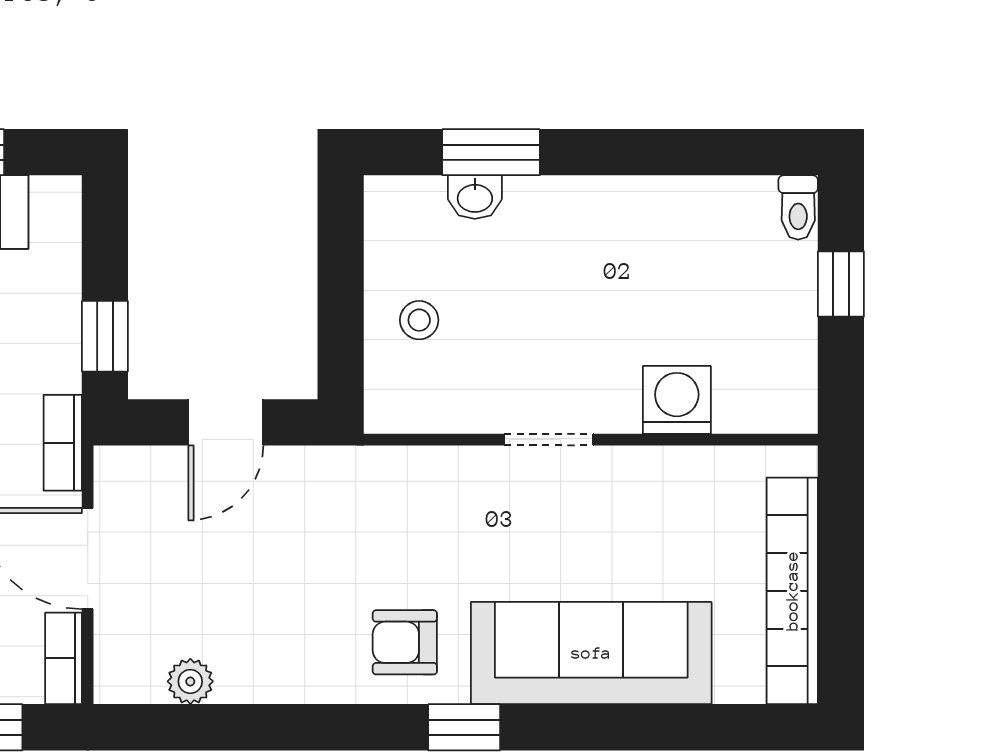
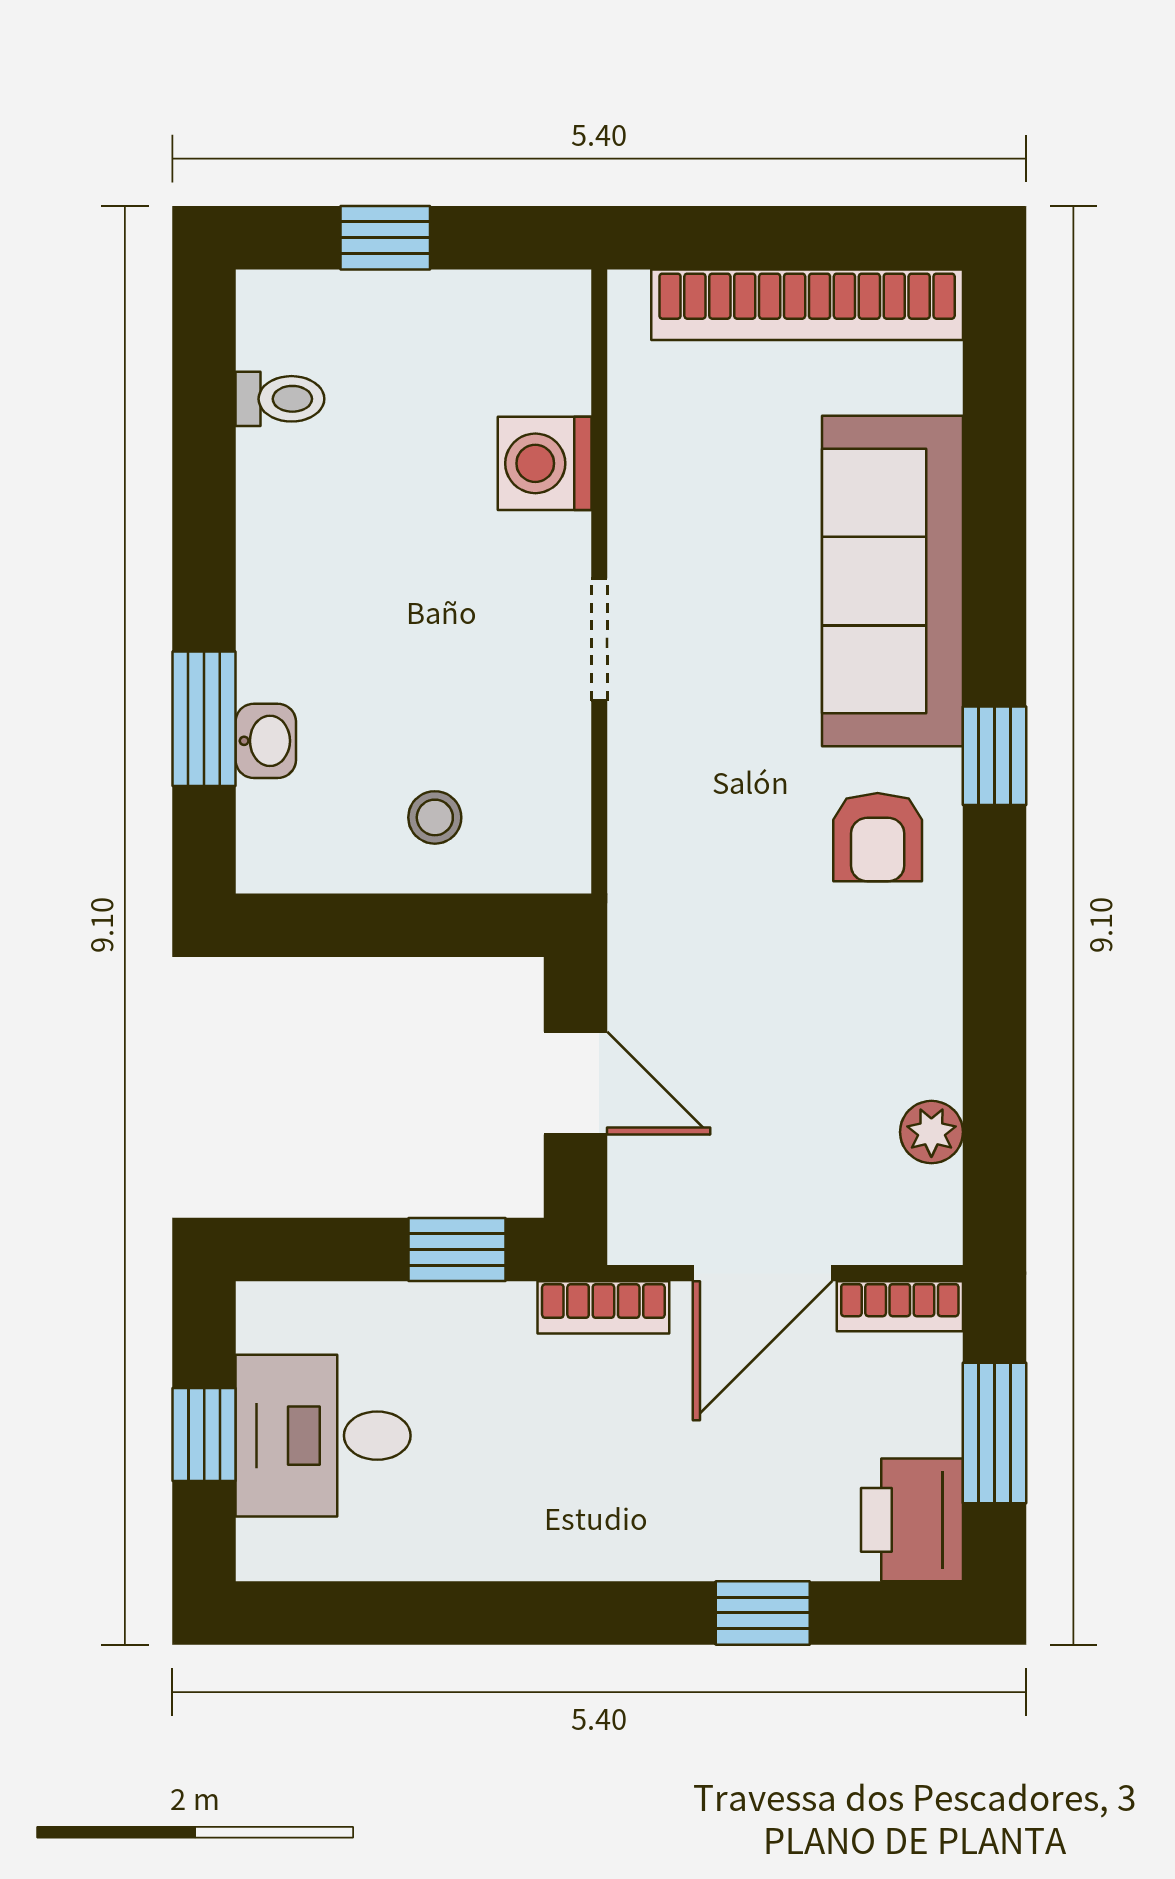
toilet: (798, 207) -> (280, 399), moved

